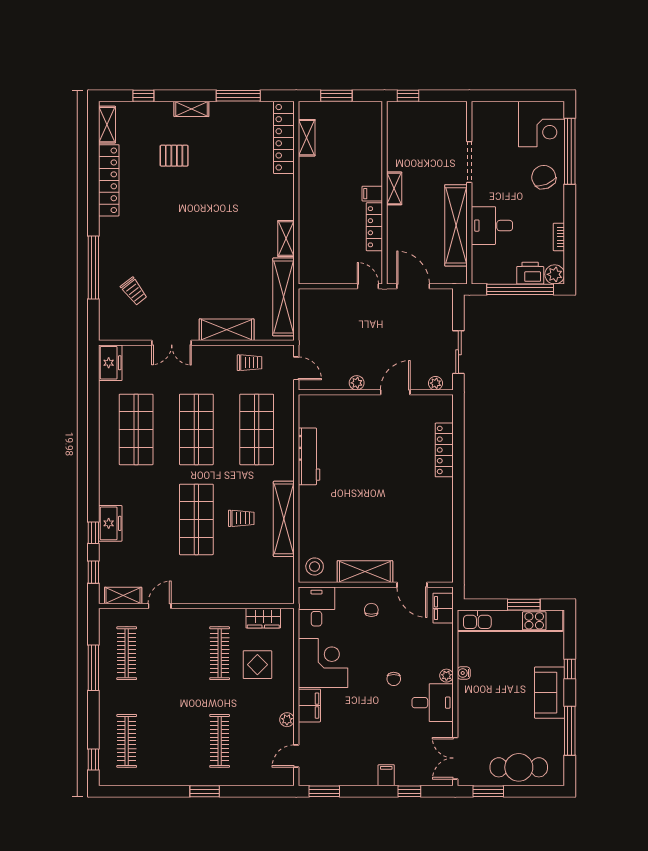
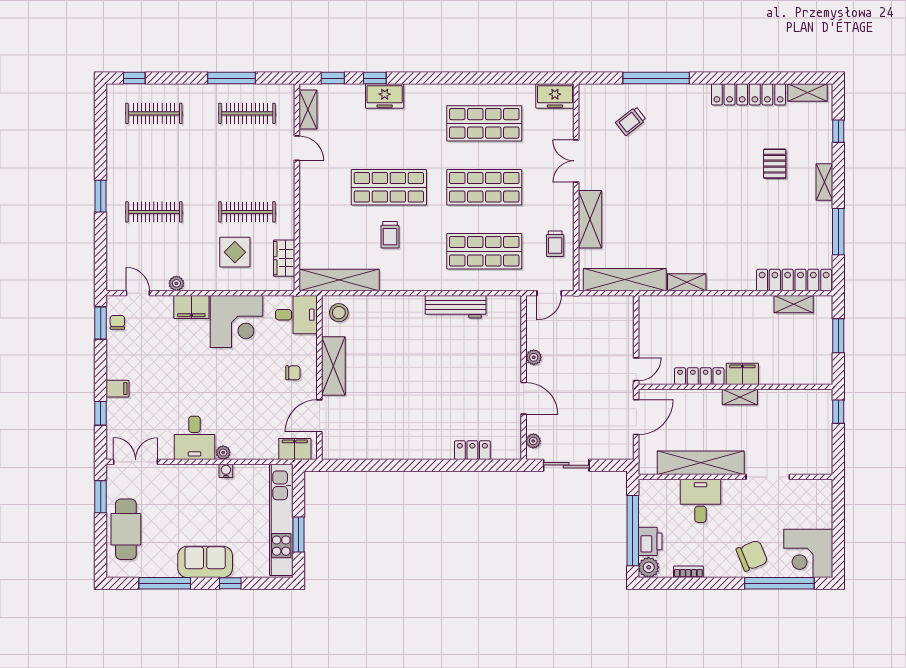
filing cabinet: (372, 194) -> (742, 374), width x2.00
locker: (444, 450) -> (472, 450), width x0.66
shelving: (284, 519) -> (339, 280), moved
chair: (394, 679) -> (117, 322), moved, turned 90

